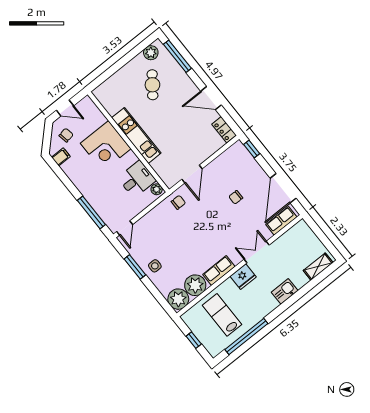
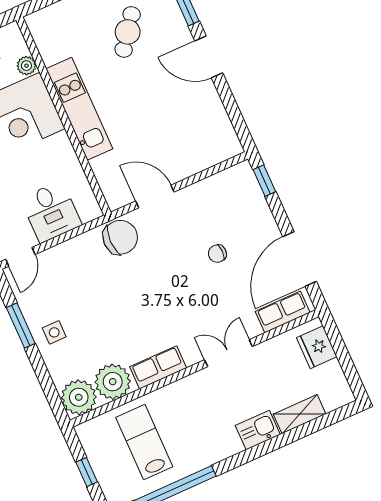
door: (211, 98) -> (209, 57), moved
locker: (224, 130) -> (227, 137), removed
door: (192, 174) -> (155, 196), swing flipped
desk: (137, 179) -> (51, 212), moved, turned 90
plant: (157, 189) -> (26, 66), moved
chair: (178, 202) -> (120, 237), width x1.87, depth x1.87
shelving: (318, 267) -> (300, 414), moved
fridge: (243, 277) -> (317, 347), moved, turned 90

